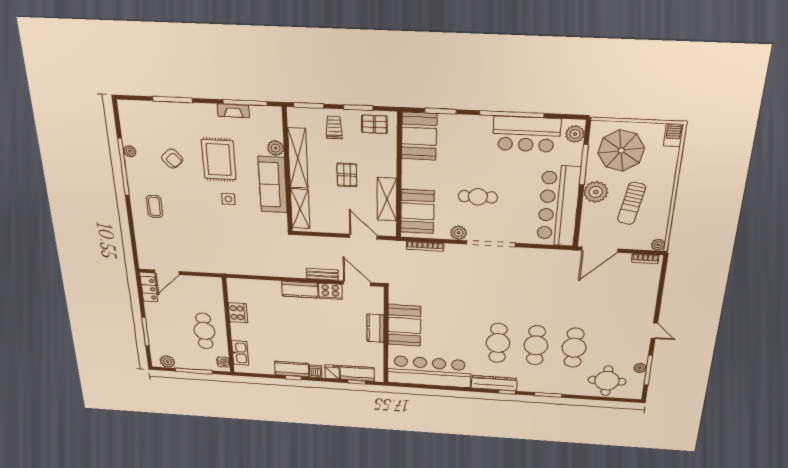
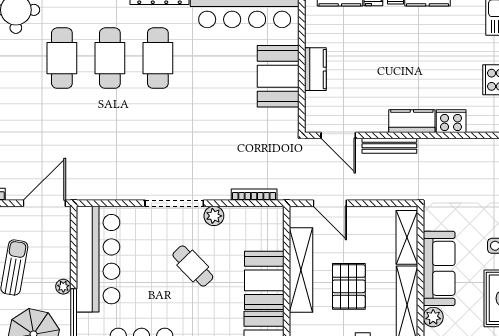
pallet: (347, 175) -> (349, 286), width x1.50, depth x1.42
plant: (596, 192) -> (63, 287), width x0.53, depth x0.53
cafe table: (478, 197) -> (193, 266), turned 46
shelving: (387, 199) -> (301, 270), width x1.47
booth: (417, 211) -> (264, 280), moved
bench: (322, 274) -> (389, 146), width x1.36
cooker: (330, 291) -> (451, 121), moved

